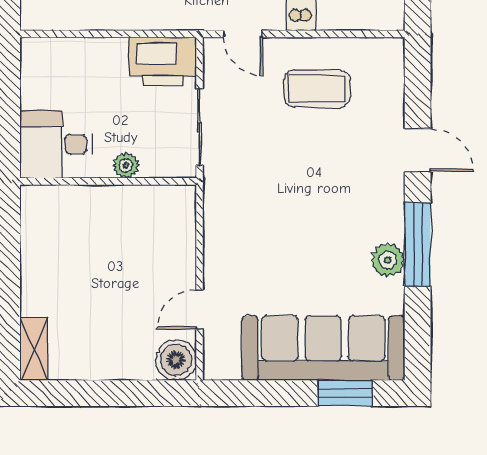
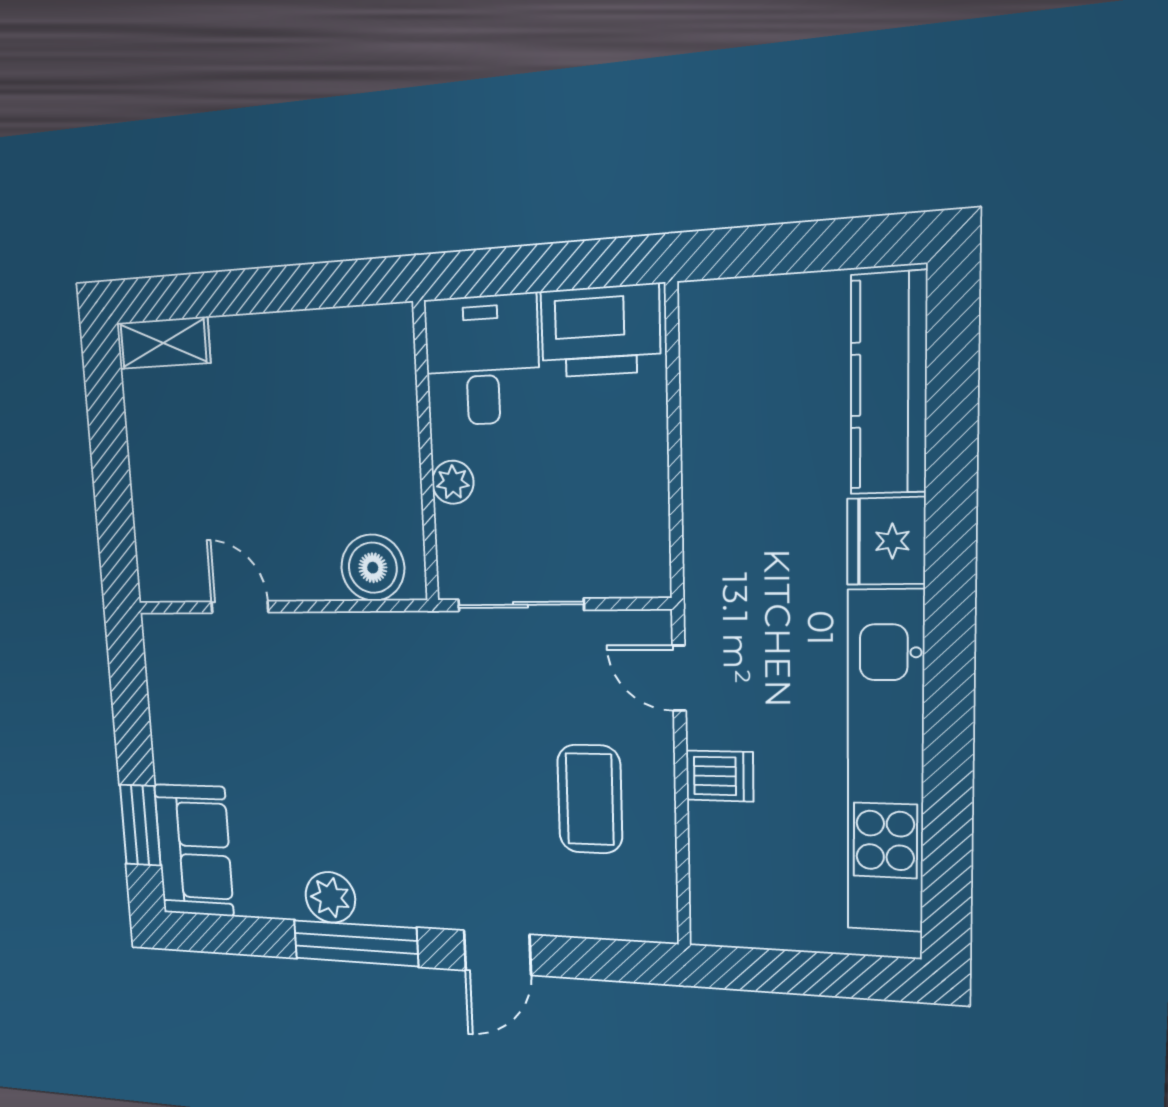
door: (243, 34) -> (679, 678), hinge flipped
printer: (163, 61) -> (600, 331), moved, turned -90
sofa: (323, 348) -> (194, 850), width x0.54, depth x0.79
boiler: (176, 360) -> (373, 568), moved

